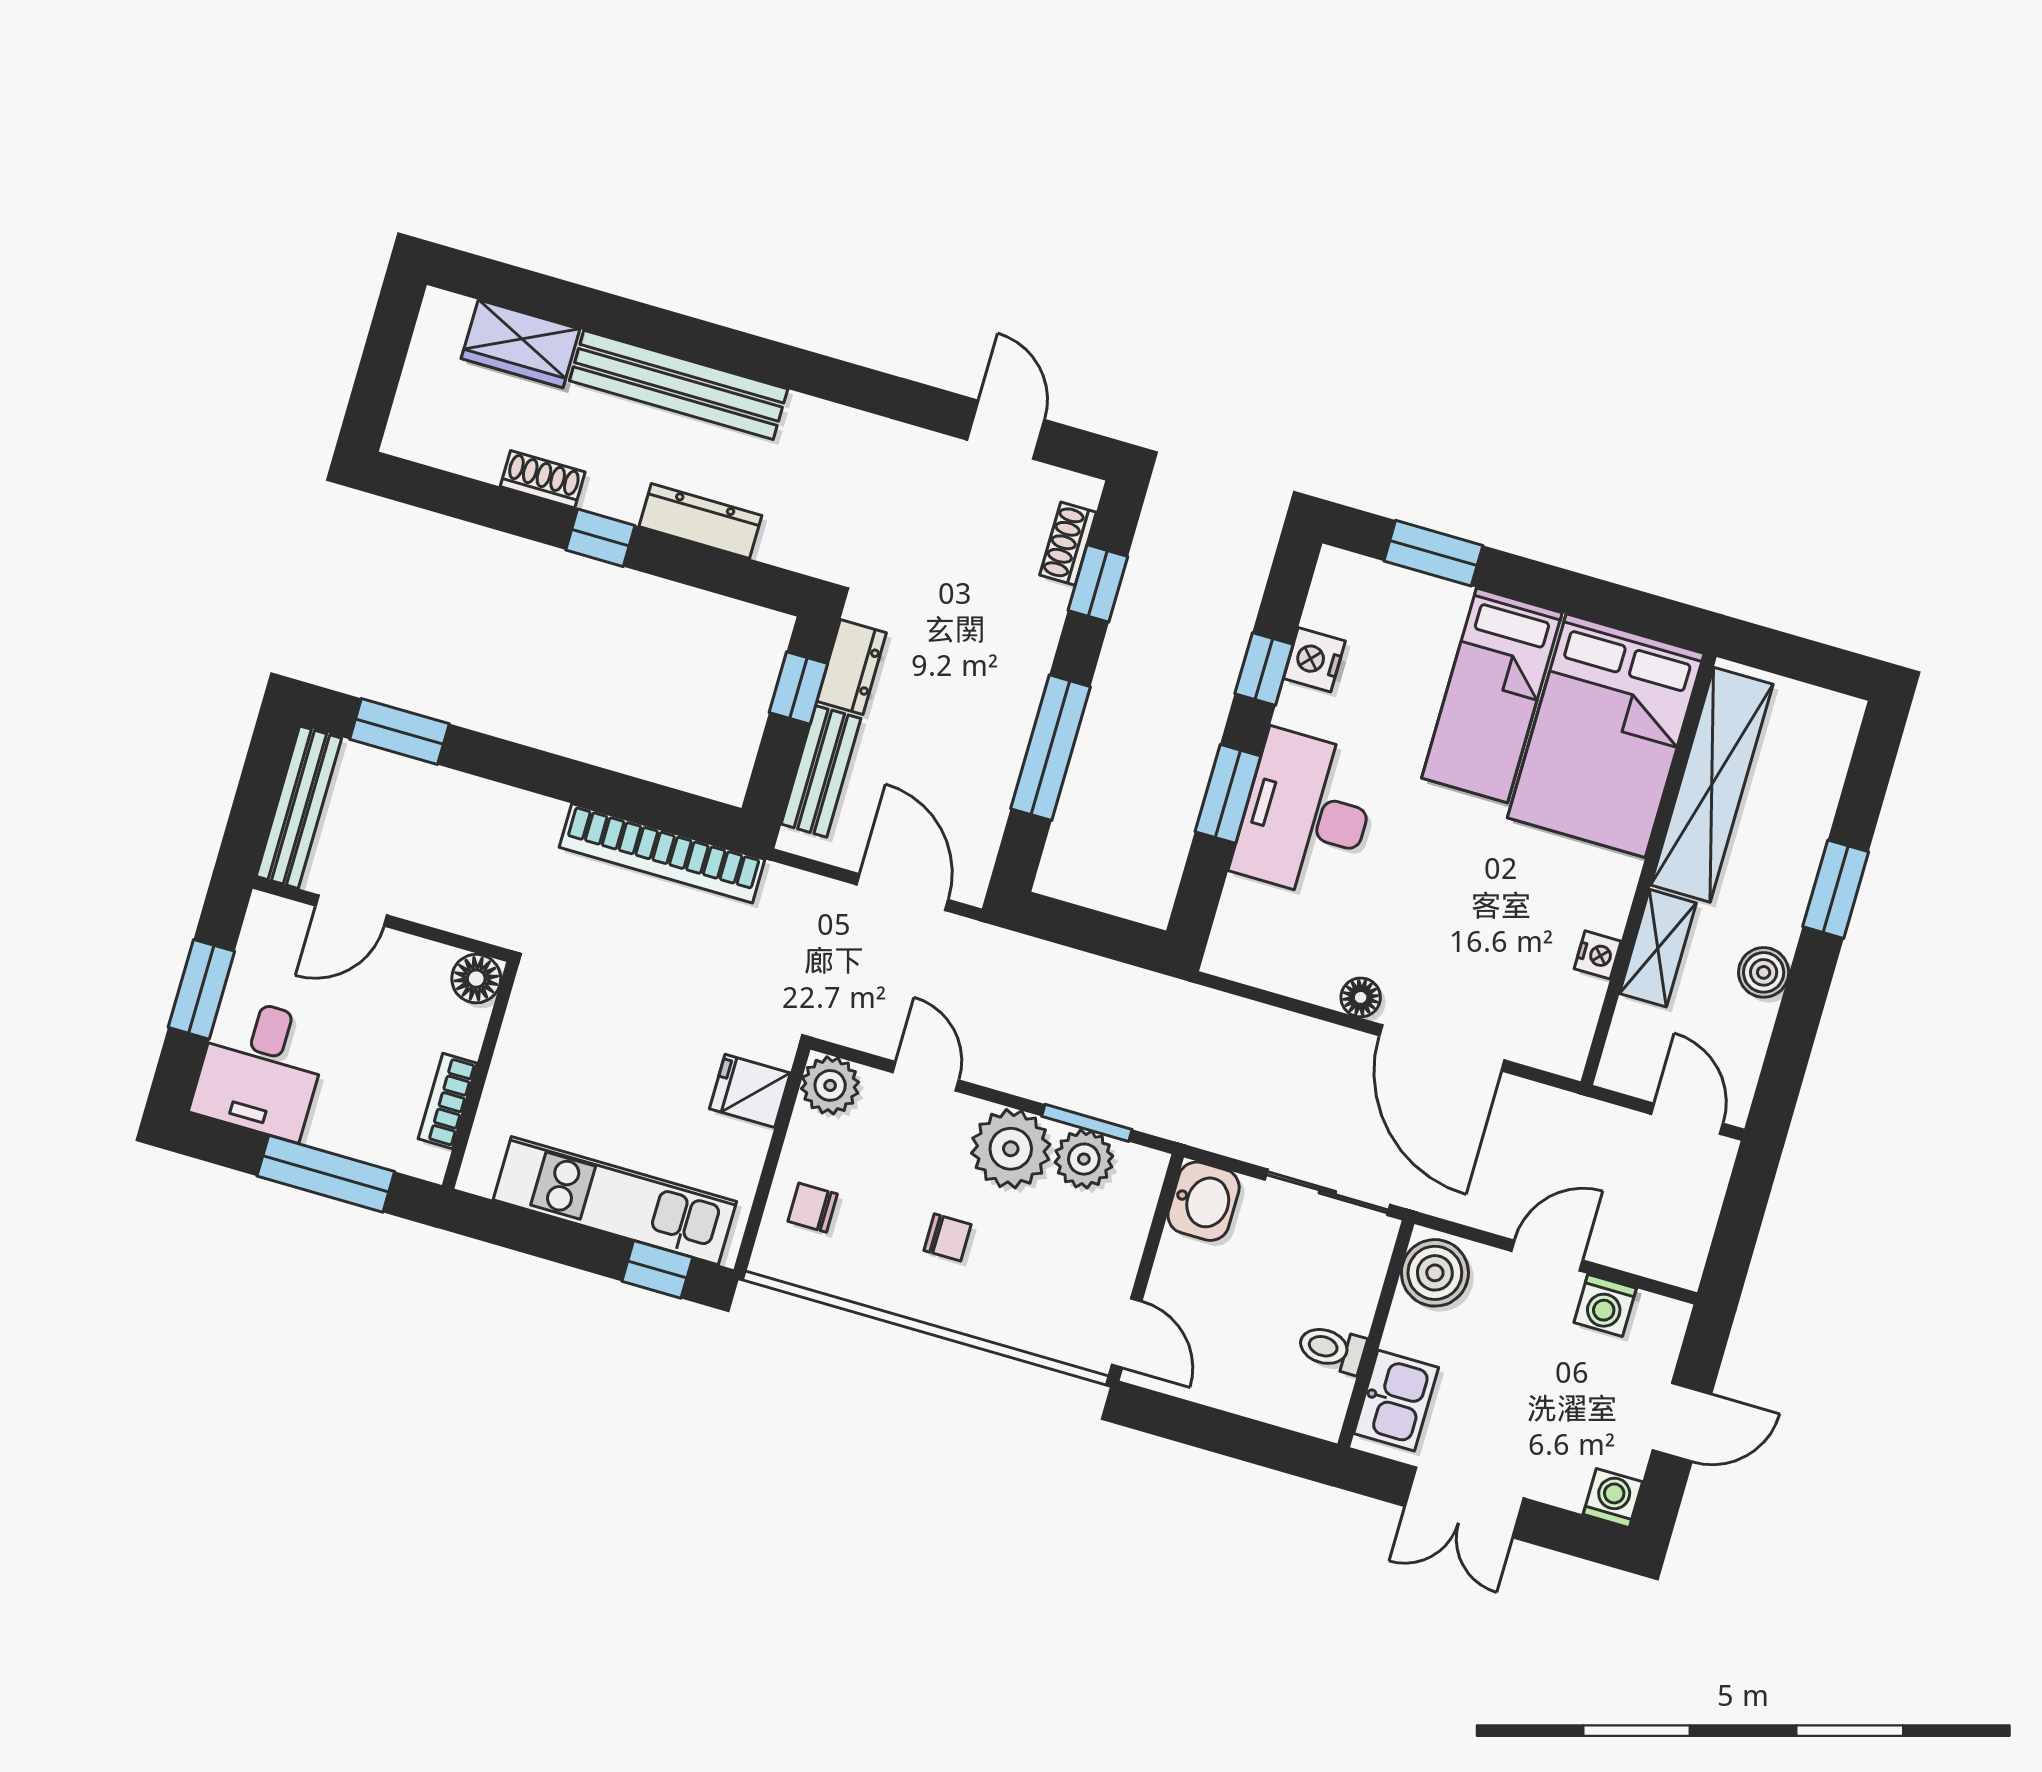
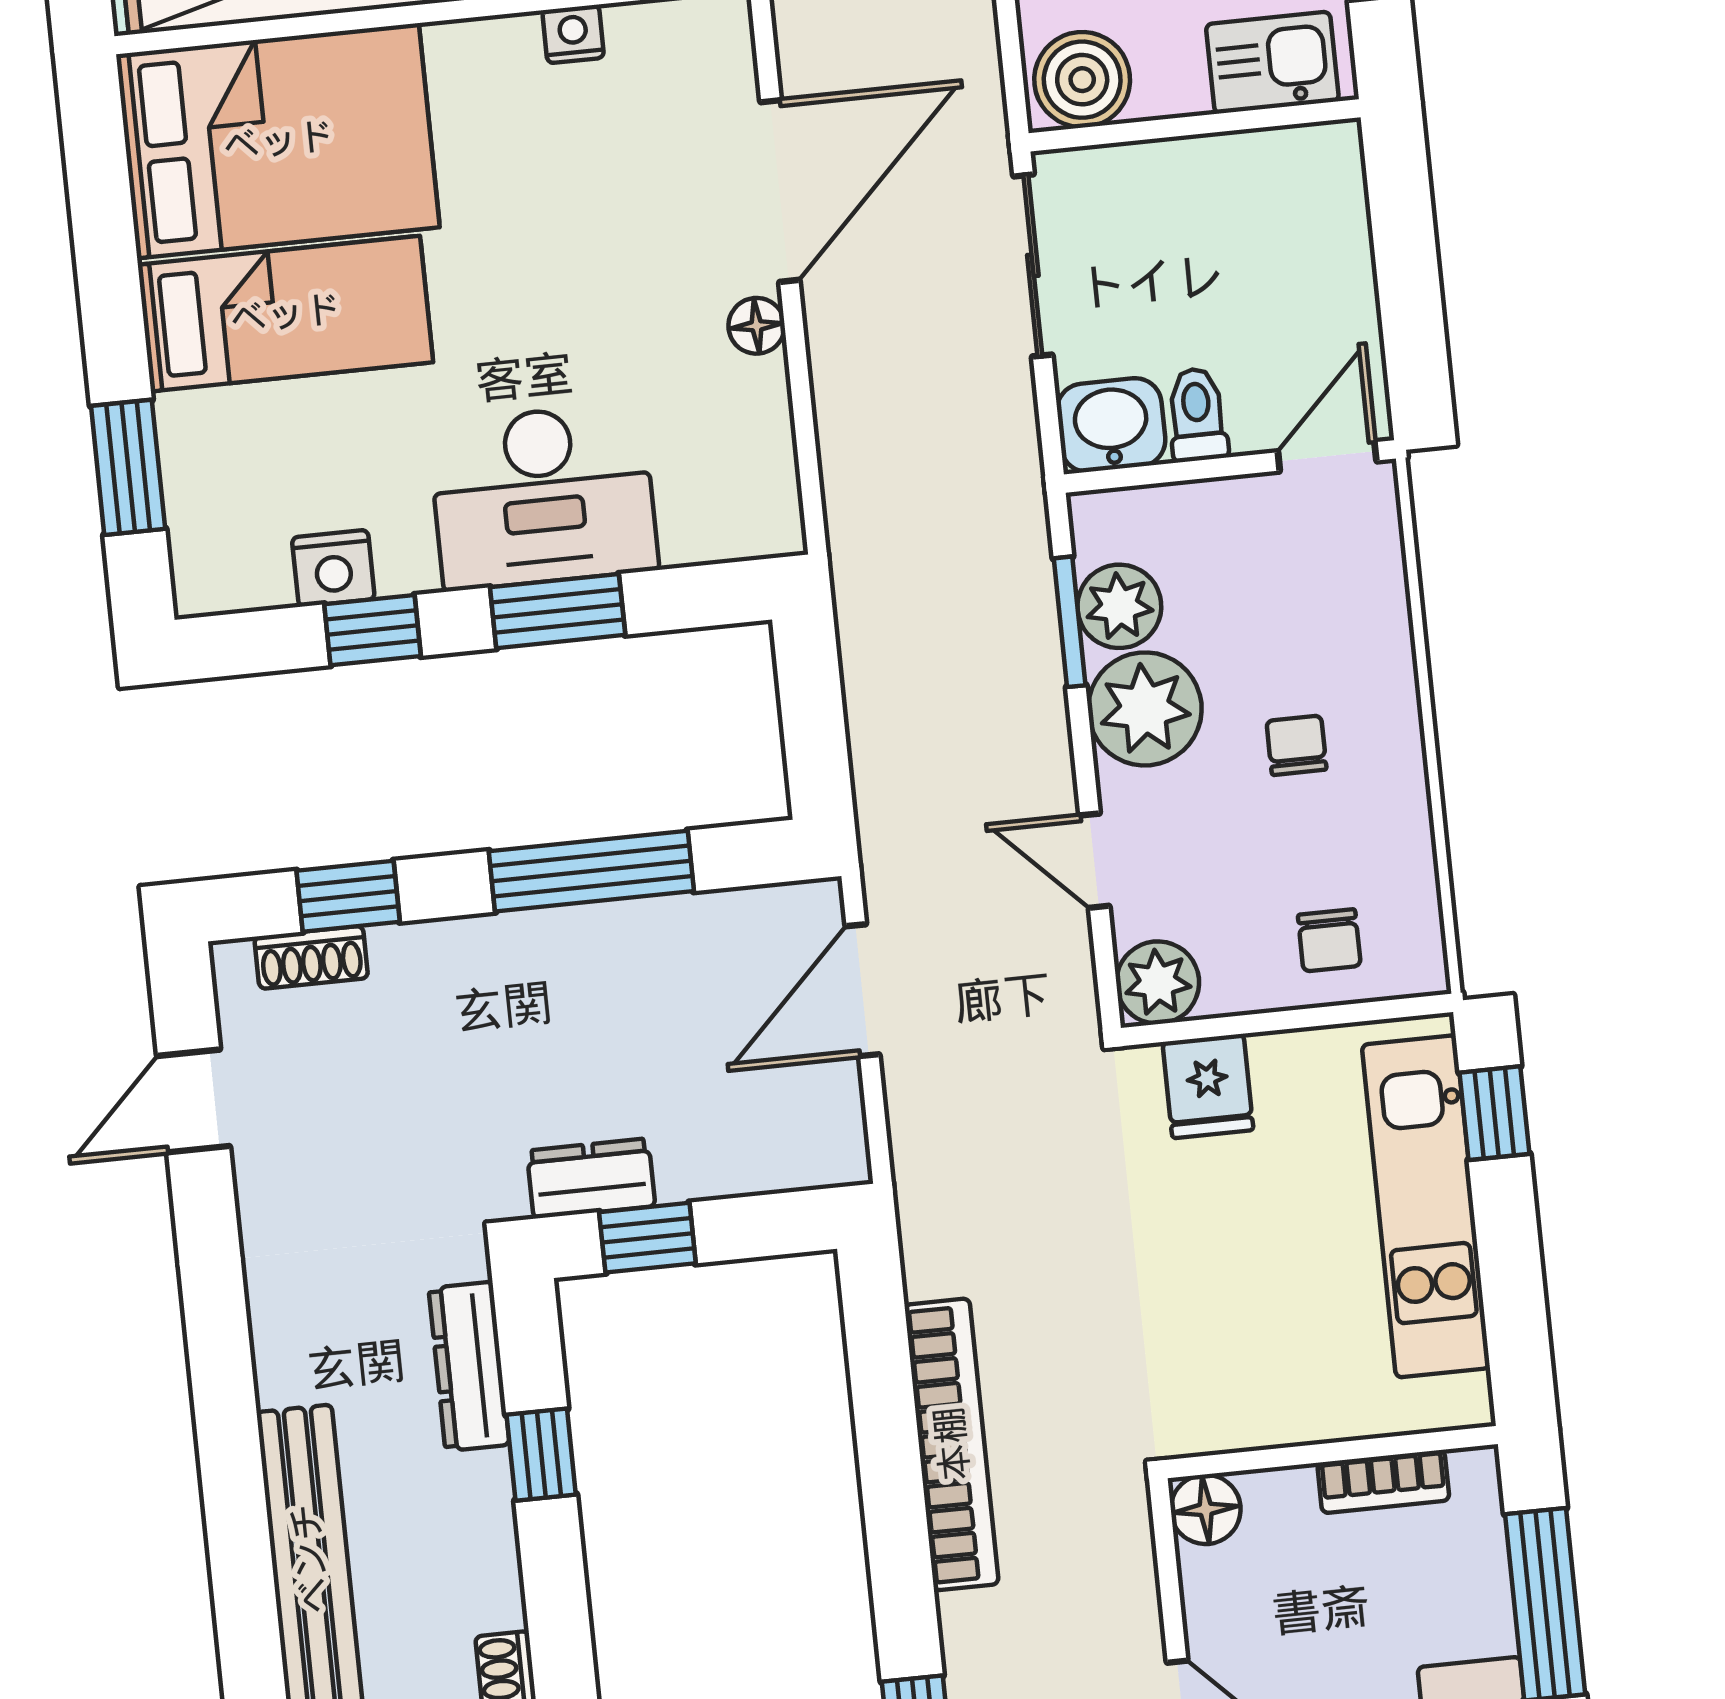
dresser: (700, 521) -> (469, 1366), moved
window: (600, 538) -> (541, 1455), moved
bench: (821, 771) -> (746, 1163), removed
bookcase: (662, 853) -> (952, 1444), moved
door: (926, 1076) -> (1094, 861), hinge flipped
toilet: (1332, 1349) -> (1197, 415), moved, turned 180

